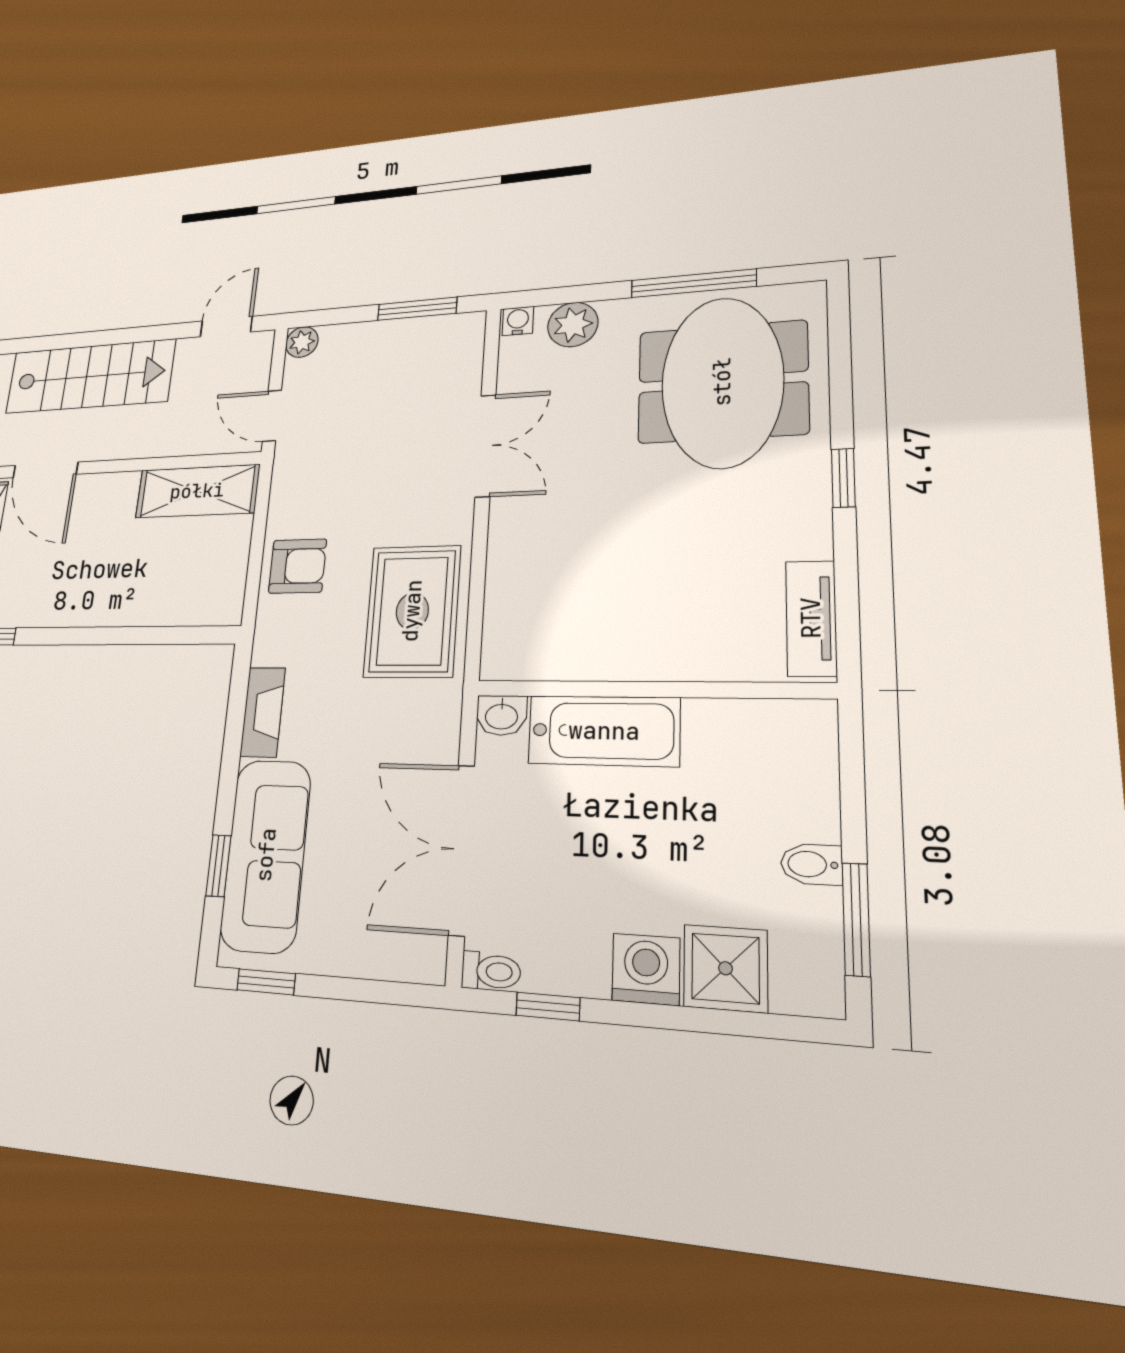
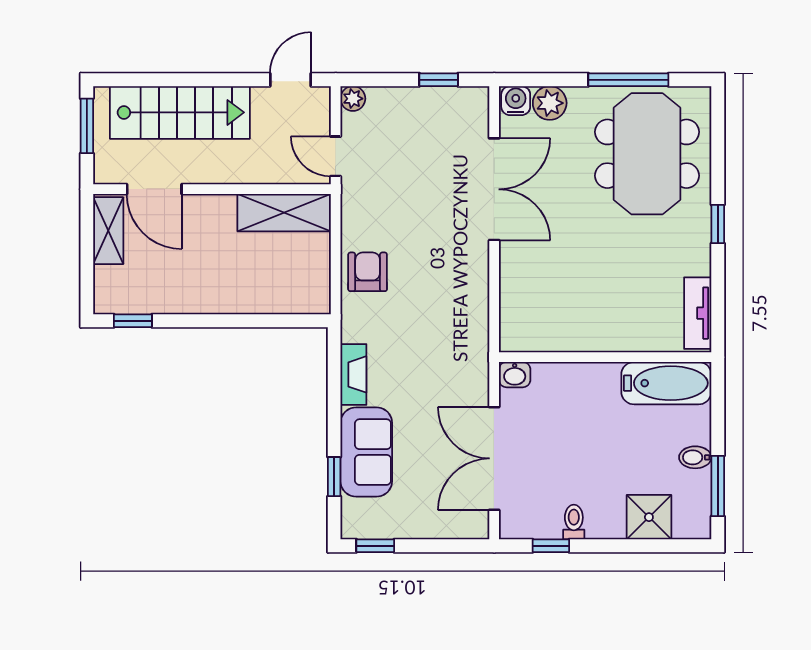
window: (417, 309) -> (439, 80), width x0.67
water cooler: (518, 321) -> (516, 101), width x1.38, depth x1.38
double door: (486, 446) -> (494, 189), width x1.37
armchair: (298, 566) -> (368, 272), turned -90
rug: (412, 611) -> (452, 305), removed
bathtub: (604, 731) -> (666, 383), moved
sofa: (266, 855) -> (366, 452), width x0.73
washing machine: (646, 969) -> (606, 521), removed
toilet: (491, 971) -> (574, 522), moved, turned -90

